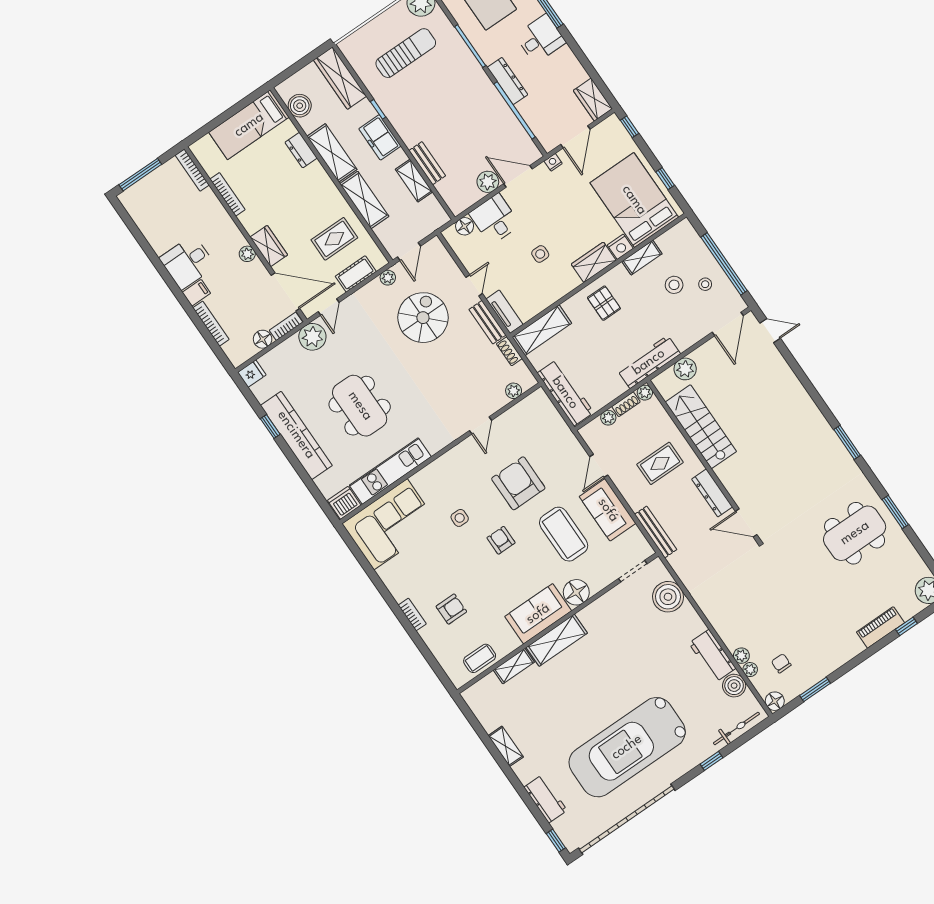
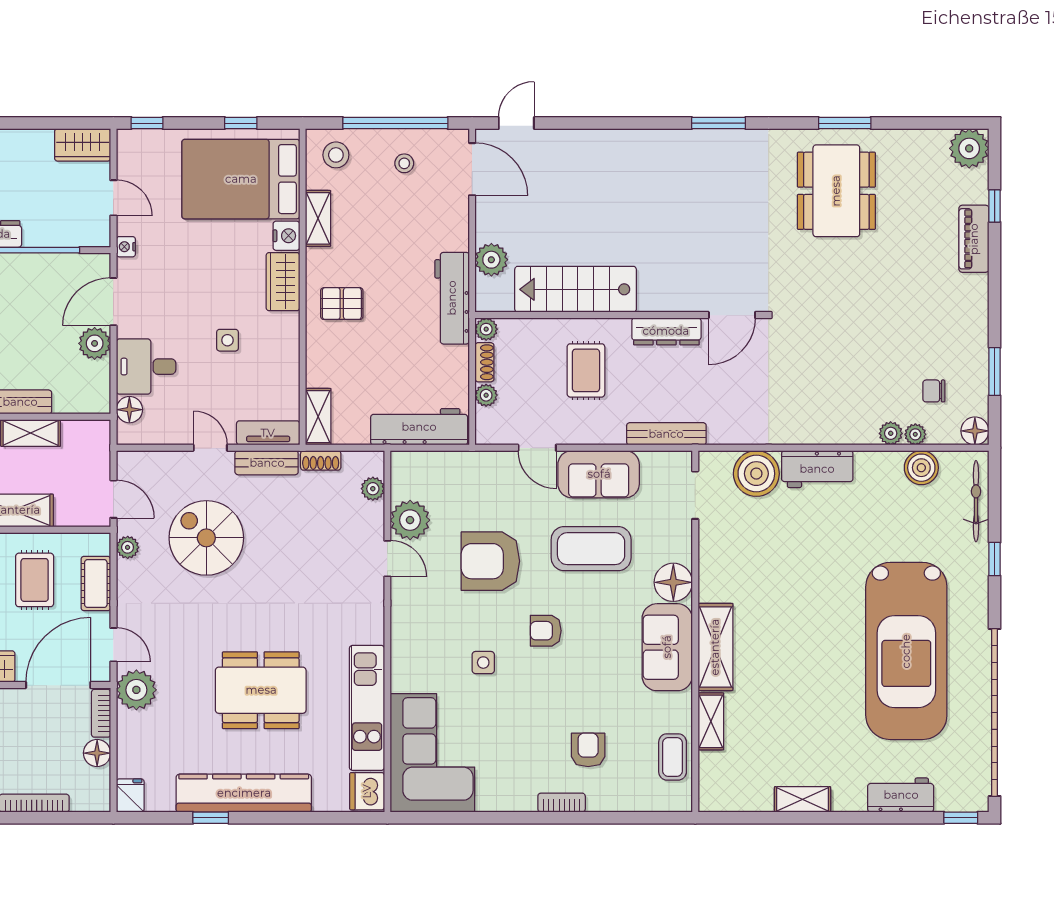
door: (575, 137) -> (113, 198), width x0.73
stool: (674, 285) -> (336, 155), moved
shelving: (542, 330) -> (318, 417), width x0.67, depth x0.75
plant: (510, 423) -> (410, 520), added
workbench: (712, 656) -> (817, 469), moved

